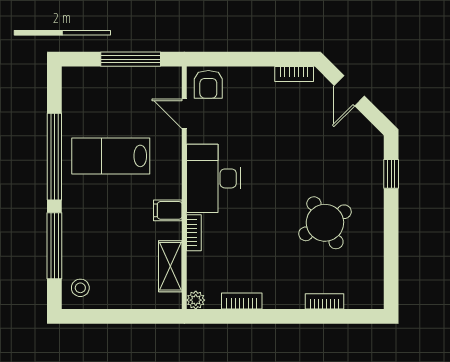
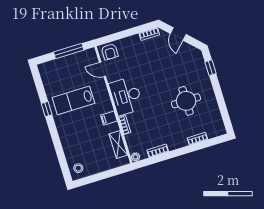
window: (54, 157) -> (47, 109), width x0.32
round table: (325, 223) -> (186, 101), turned 30
window: (54, 246) -> (60, 152), removed

